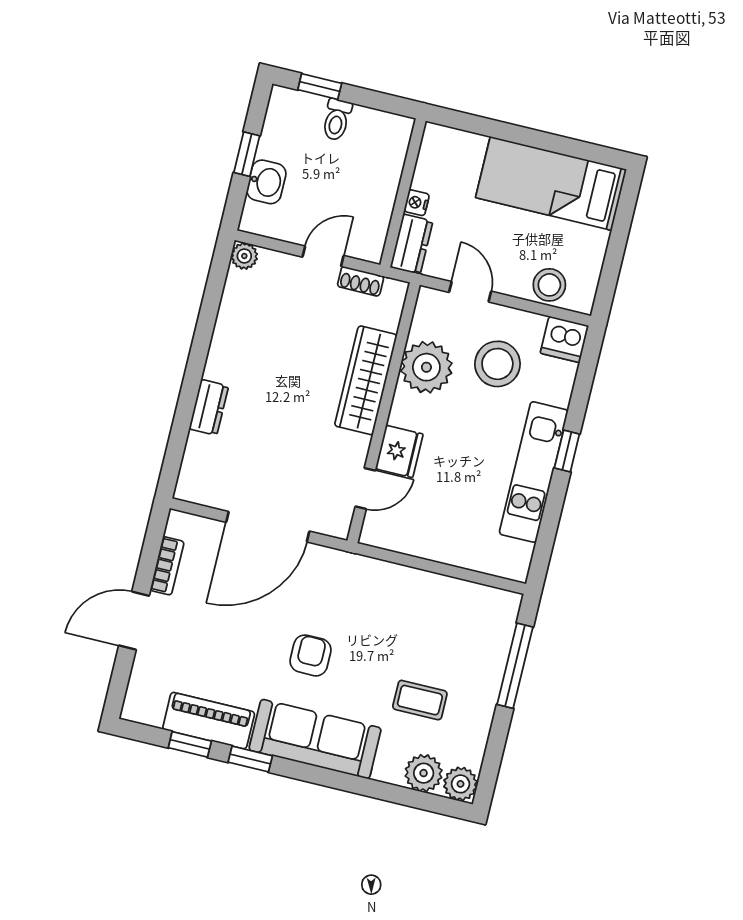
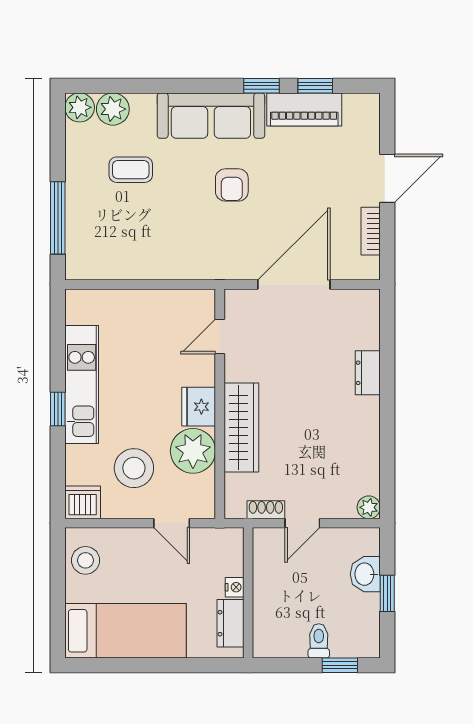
dresser: (412, 244) -> (230, 623), moved
stool: (549, 285) -> (86, 560), moved
fridge: (399, 451) -> (199, 407), moved

